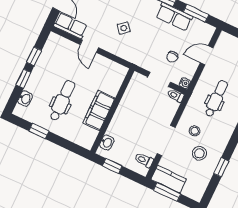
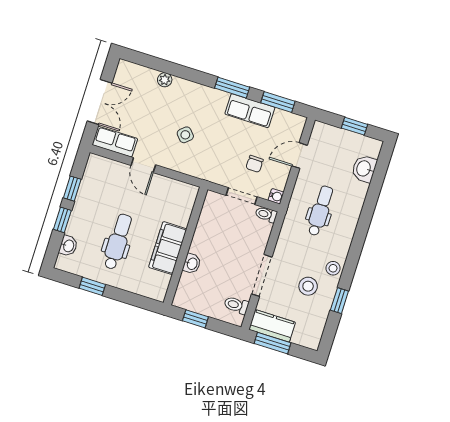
stool: (195, 131) -> (333, 268), moved
washbasin: (107, 142) -> (192, 264), moved

